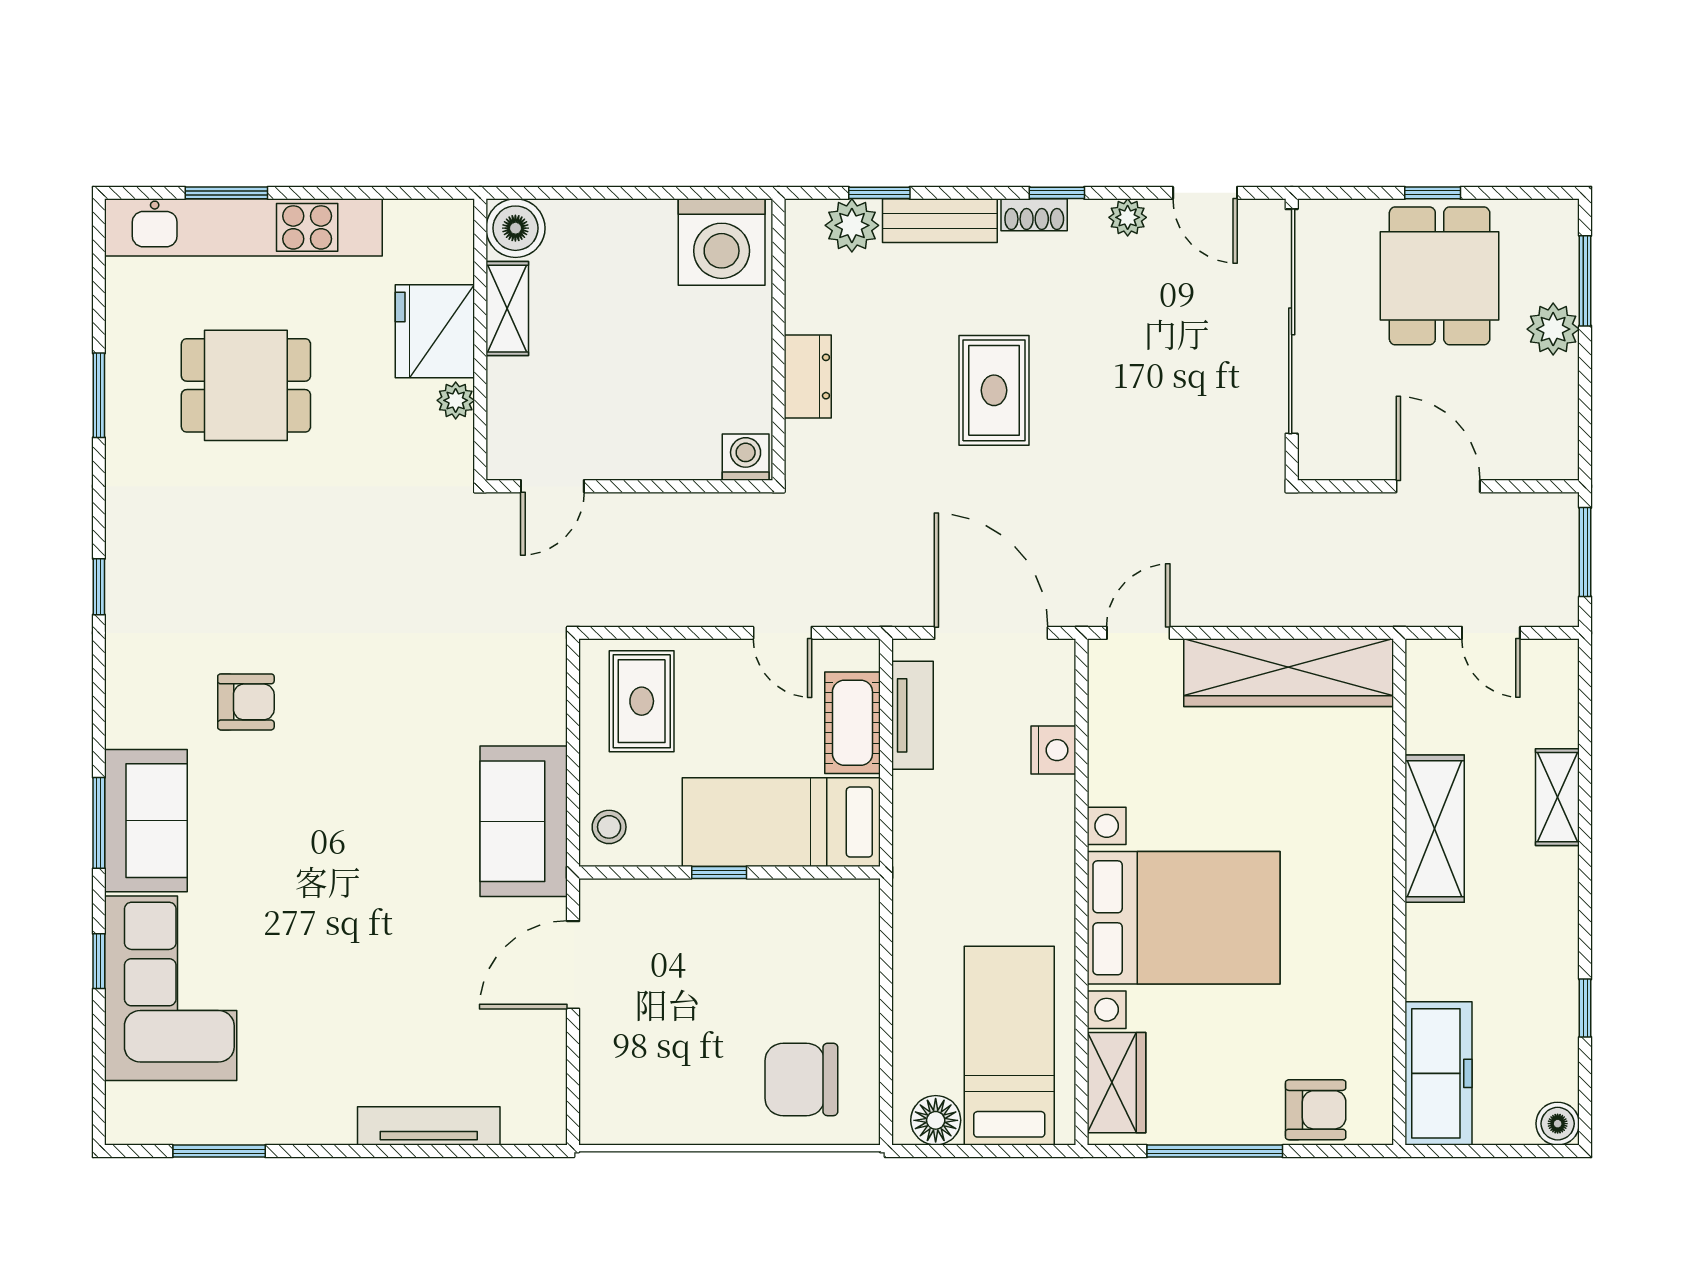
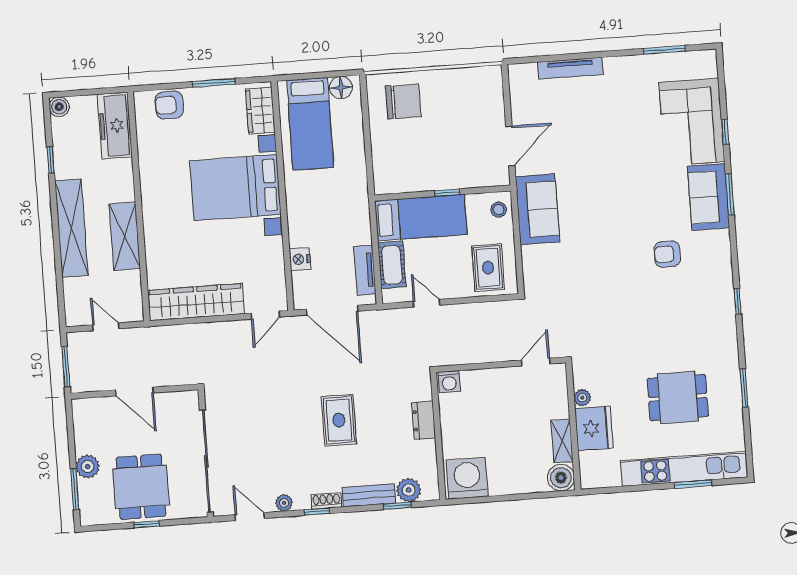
shelving: (1557, 797) -> (71, 228), width x2.20, depth x1.33
window: (1215, 1151) -> (214, 83), width x0.69

